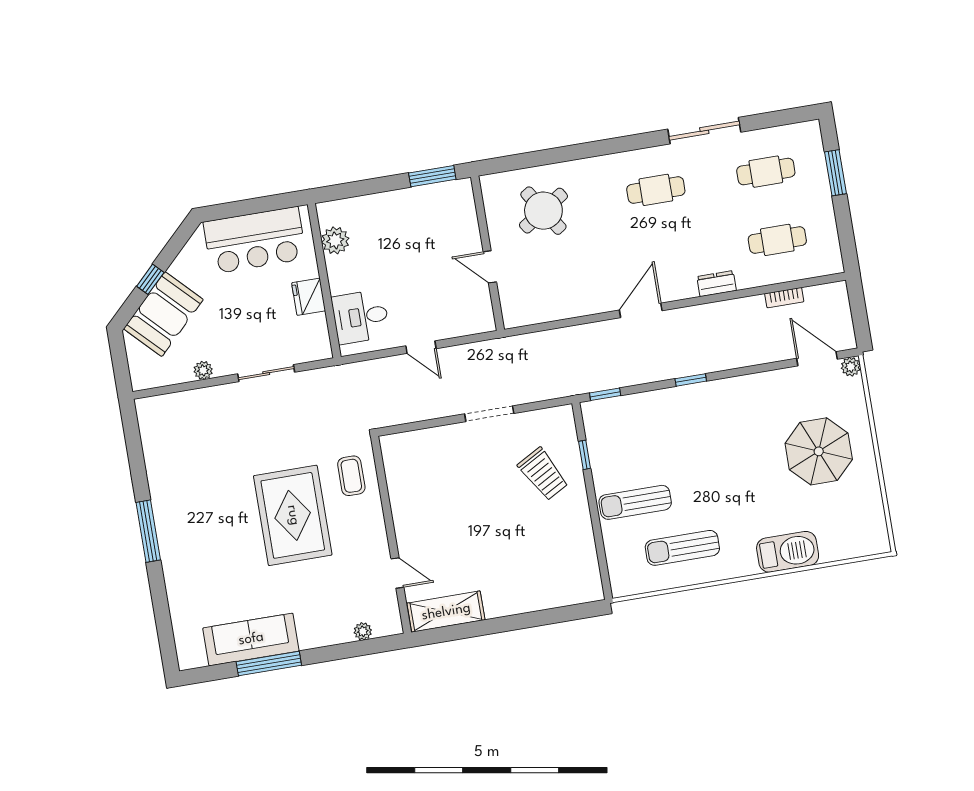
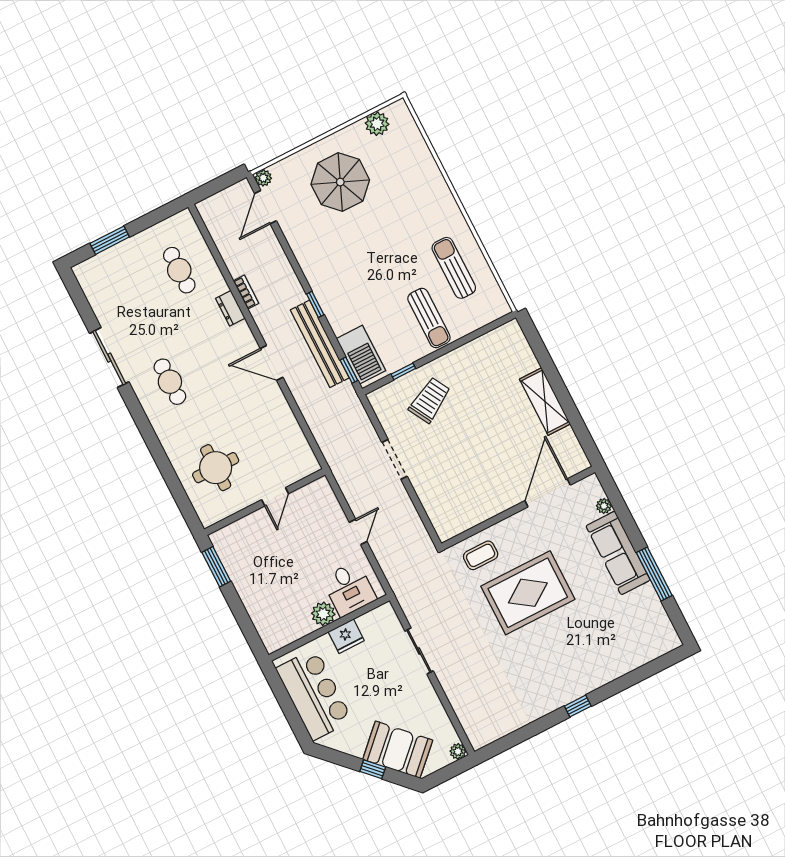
cafe table: (766, 172) -> (127, 297), removed
round table: (543, 211) -> (216, 468), turned 33
plant: (335, 240) -> (323, 614), moved
bookcase: (784, 298) -> (246, 292), moved
plant: (203, 370) -> (458, 751), moved
bench: (645, 371) -> (320, 344), added
plant: (871, 513) -> (377, 124), added
window: (148, 531) -> (578, 706), width x0.46
sun lounger: (682, 548) -> (454, 268), turned 180
barbecue: (788, 552) -> (361, 355), moved, turned 180
door: (397, 573) -> (548, 493), width x1.87
shelving: (446, 612) -> (545, 402), moved
sofa: (251, 639) -> (618, 553), moved

